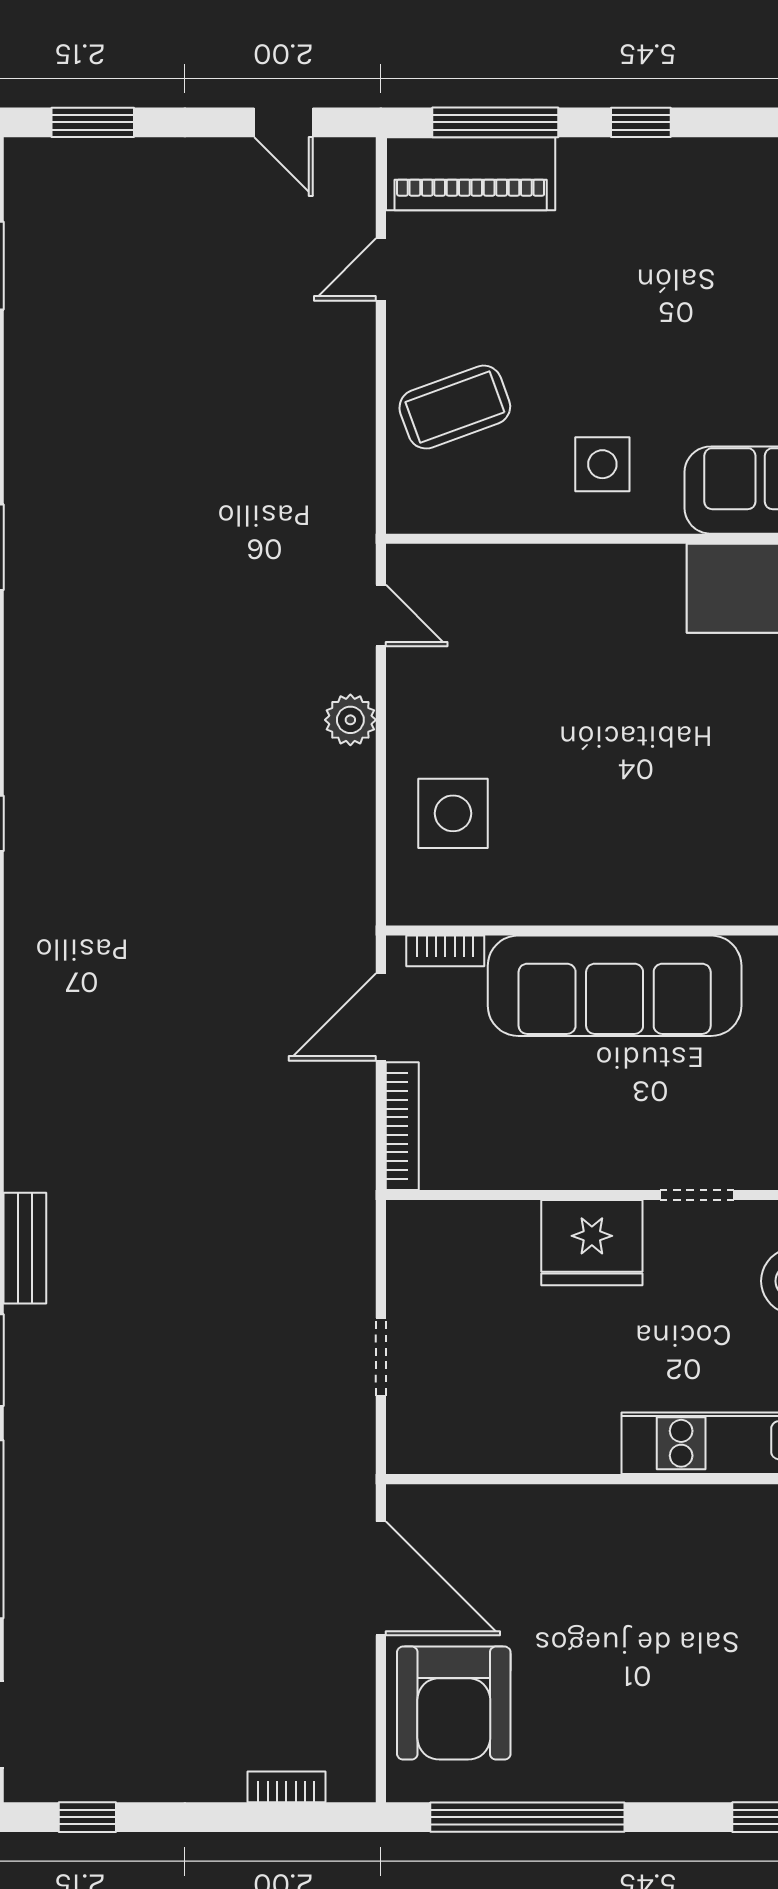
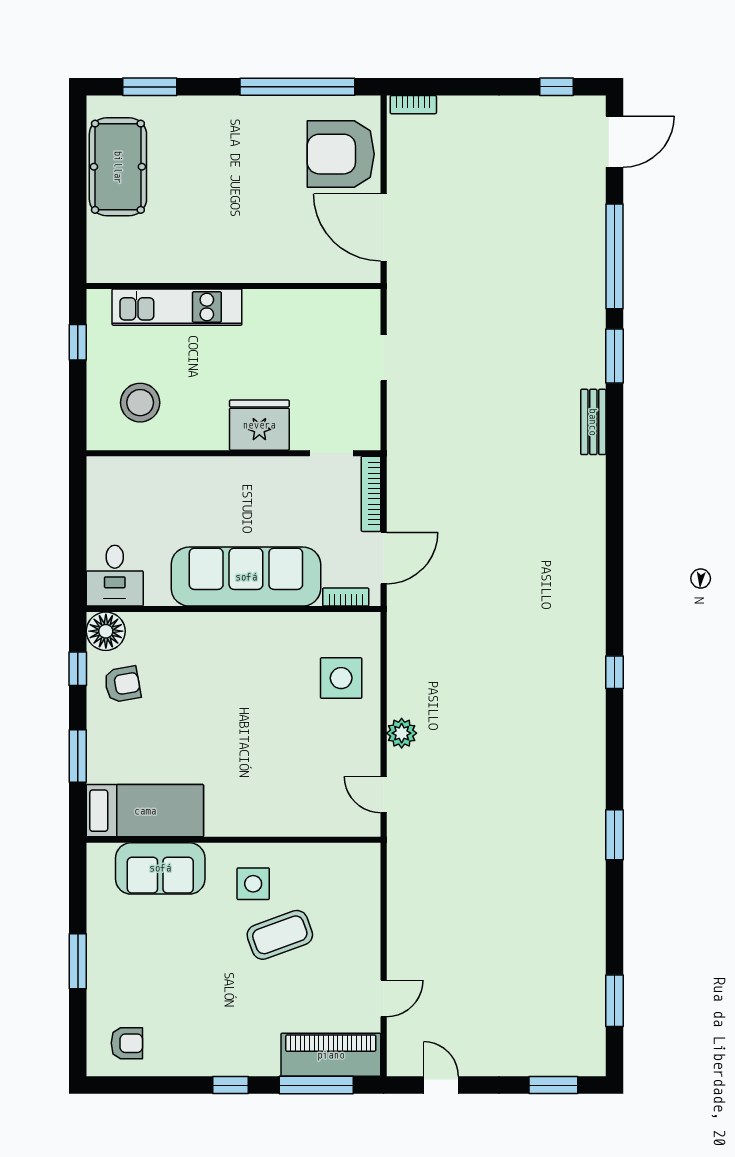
coffee table: (455, 407) -> (280, 935), moved
doorway: (697, 1195) -> (331, 453), moved
armchair: (454, 1703) -> (341, 154), turned -90
bookcase: (286, 1787) -> (413, 105), moved

